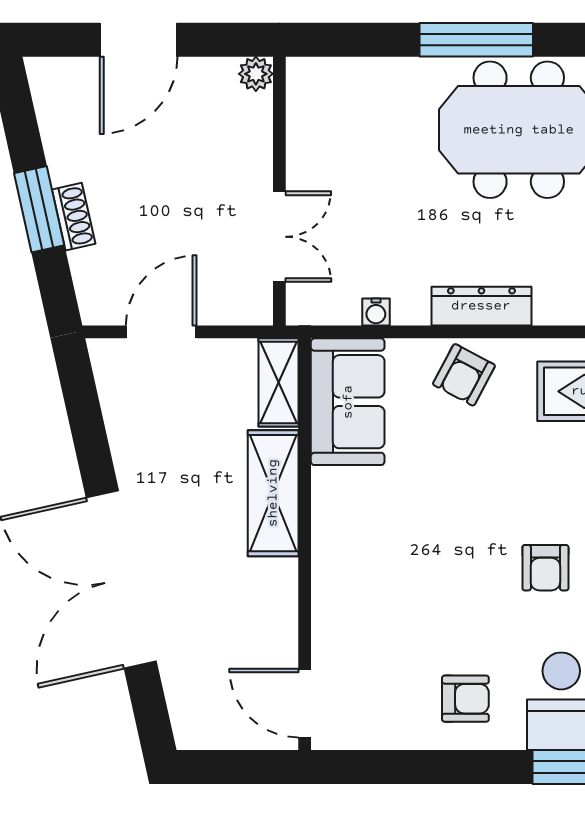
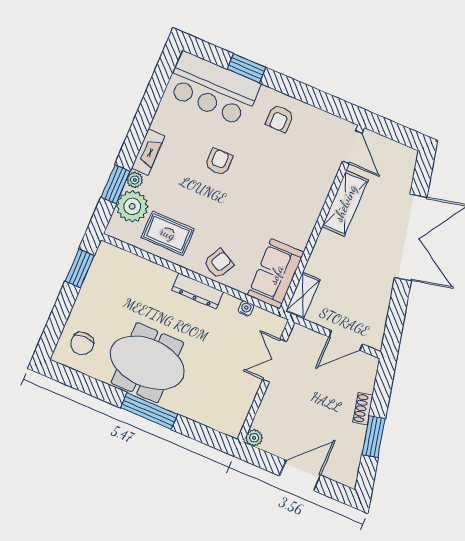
window: (39, 209) -> (373, 437), moved
shelving: (273, 493) -> (345, 203), moved
armchair: (465, 699) -> (280, 118), turned -90

